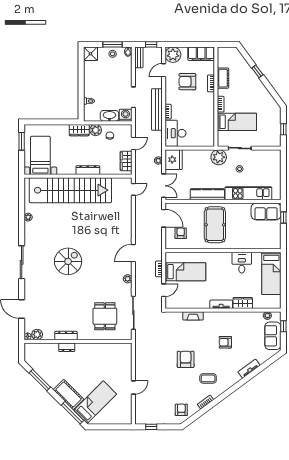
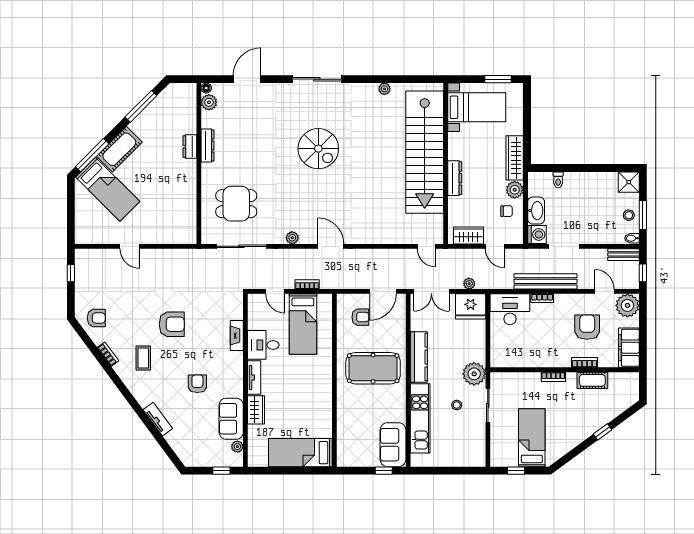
bed: (237, 122) -> (532, 438), moved, turned 180
wardrobe: (79, 130) -> (515, 158), width x1.50
desk: (242, 263) -> (263, 345), moved, turned 180
sofa: (273, 336) -> (231, 419), moved, turned -90

